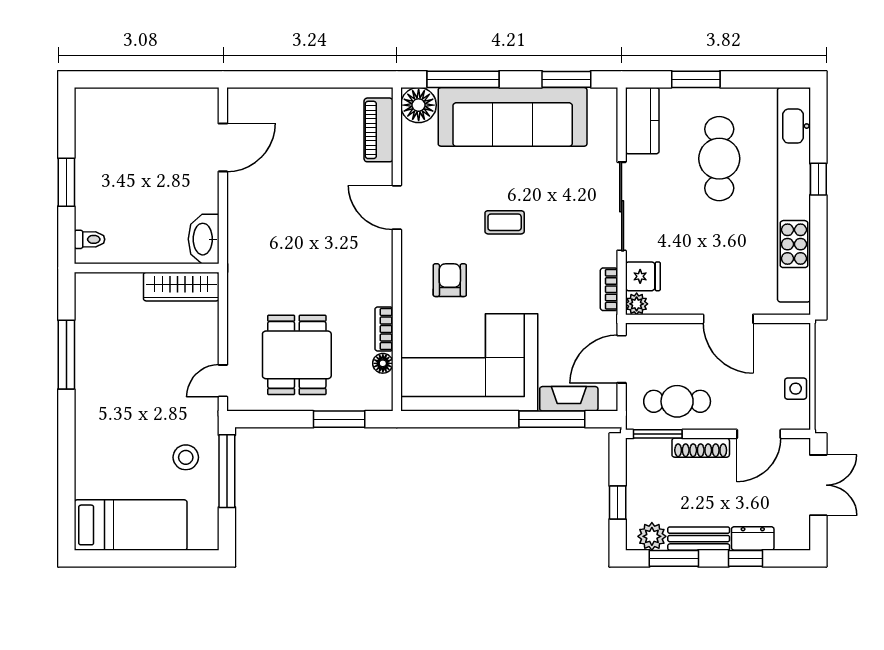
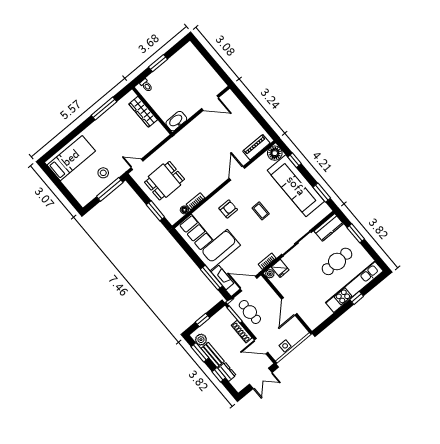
window: (463, 79) -> (295, 160), width x0.46
kitchen unit: (794, 195) -> (354, 287), width x0.73
wardrobe: (181, 287) -> (143, 112), moved
bed: (131, 525) -> (71, 158), moved, turned -90

